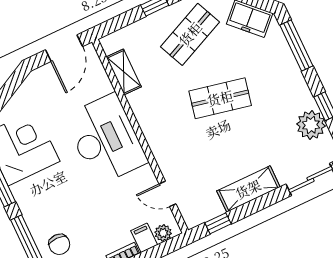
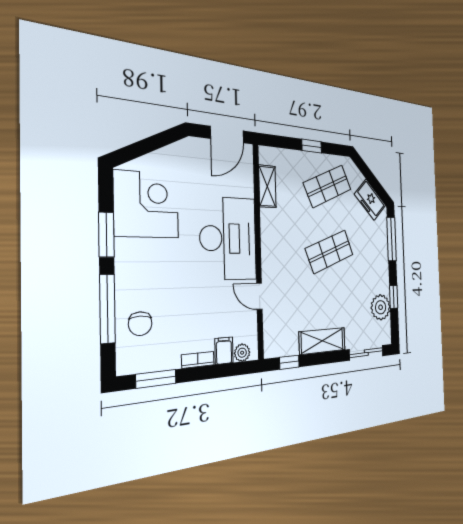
shop shelf: (220, 98) -> (329, 252), turned -33
door: (168, 194) -> (259, 296), moved

